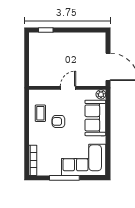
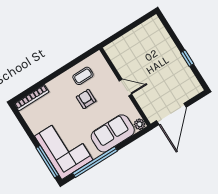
window: (46, 30) -> (187, 58), moved
window: (108, 144) -> (95, 162), added
window: (64, 178) -> (47, 162), moved

